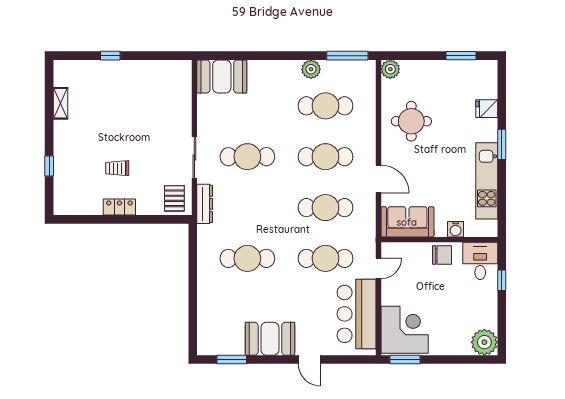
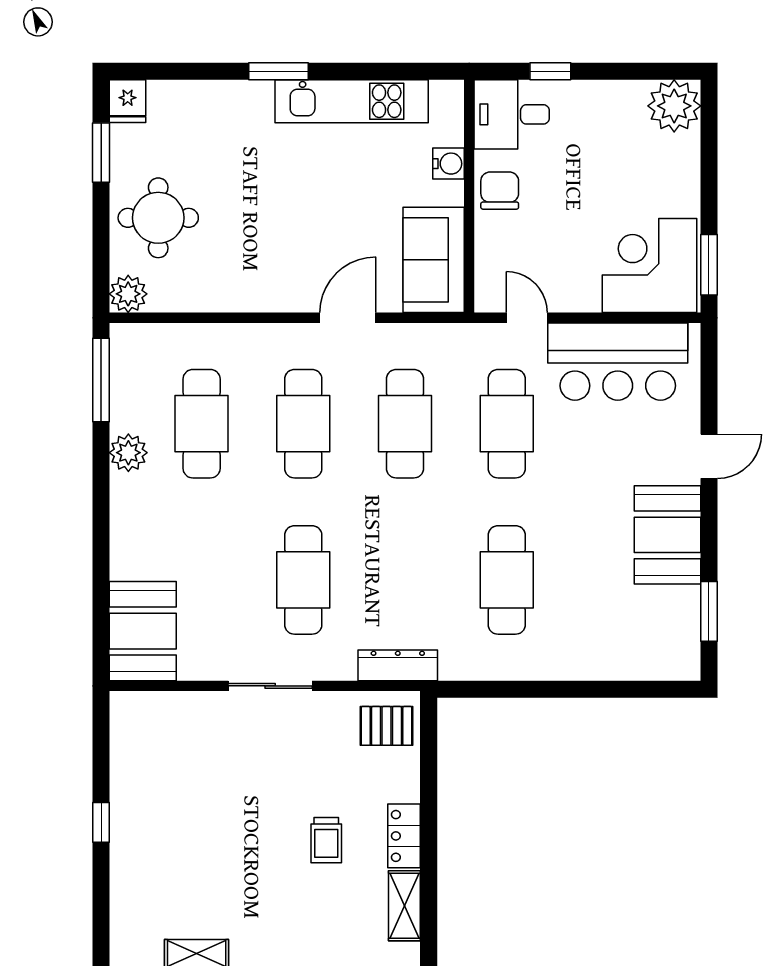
window: (110, 56) -> (101, 822), moved
fridge: (487, 109) -> (128, 101), moved
round table: (411, 121) -> (158, 218), moved
sliding door: (194, 158) -> (270, 686), moved
shelving: (85, 207) -> (404, 906), added

